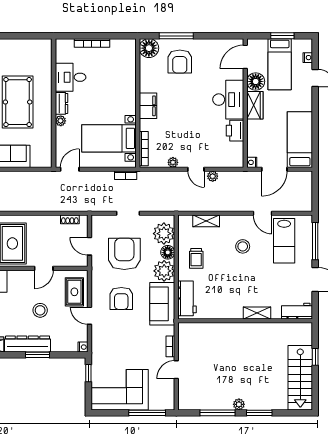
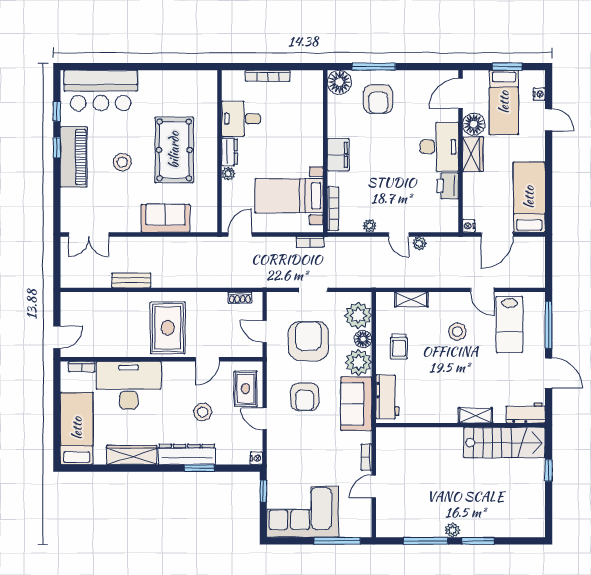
stairs: (300, 378) -> (504, 443), moved, turned -90

